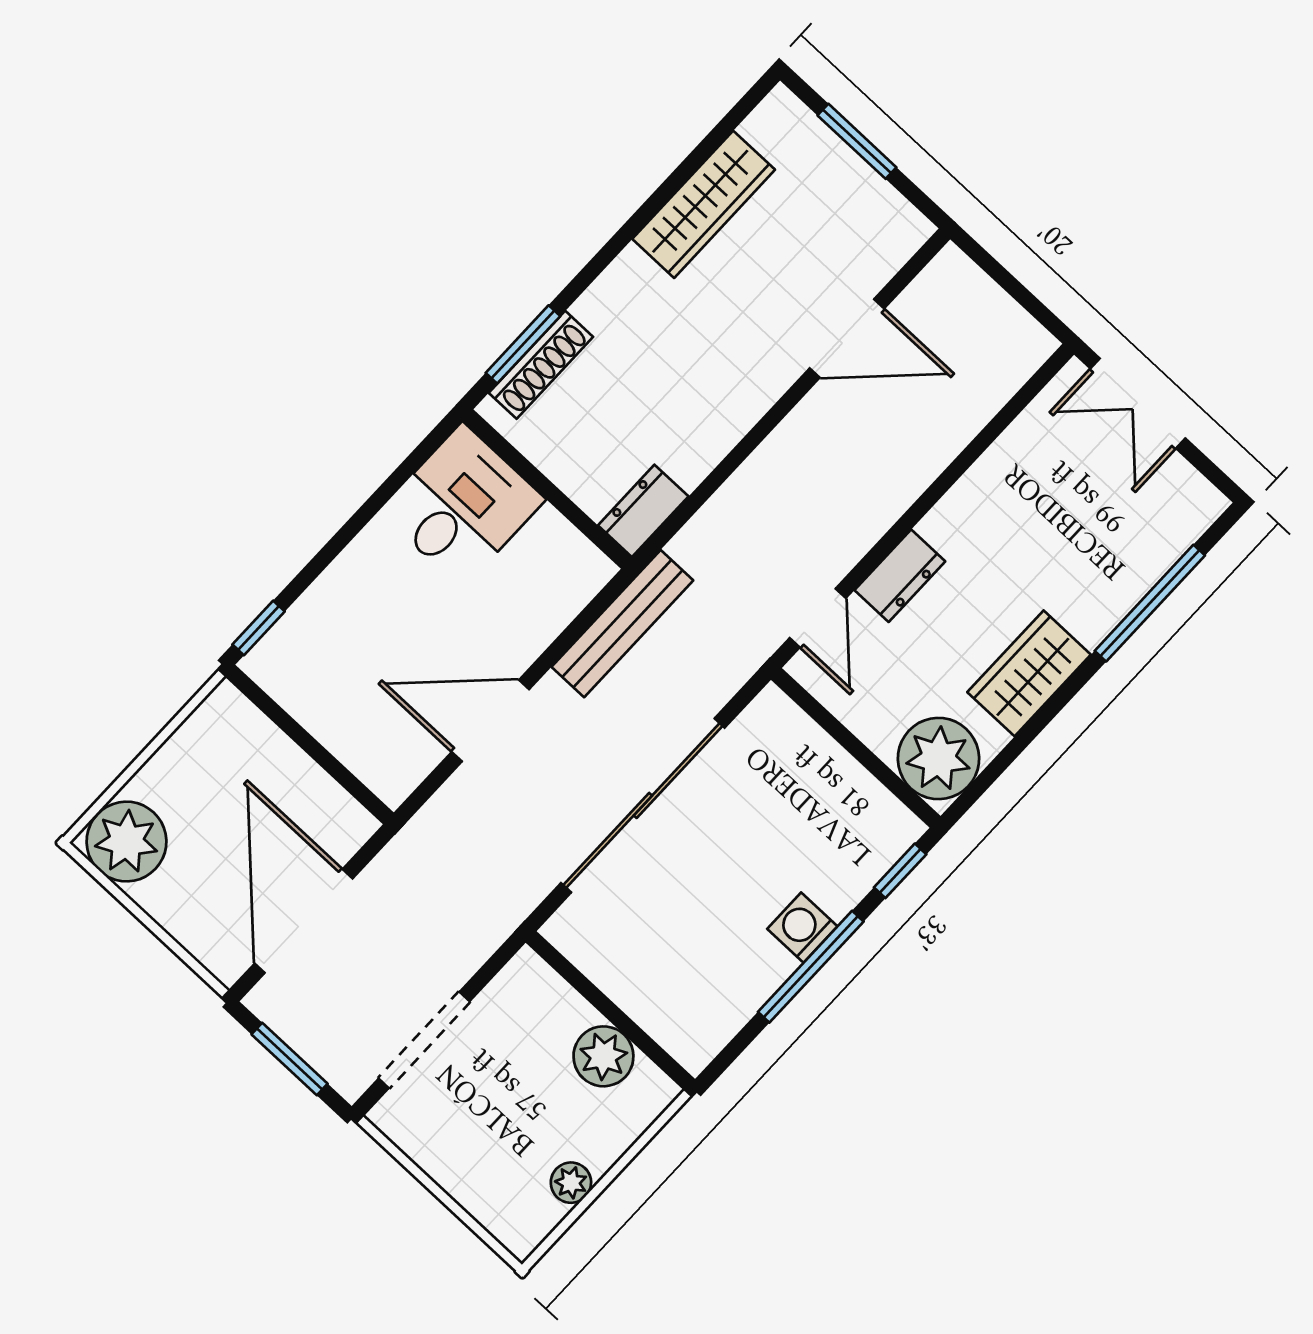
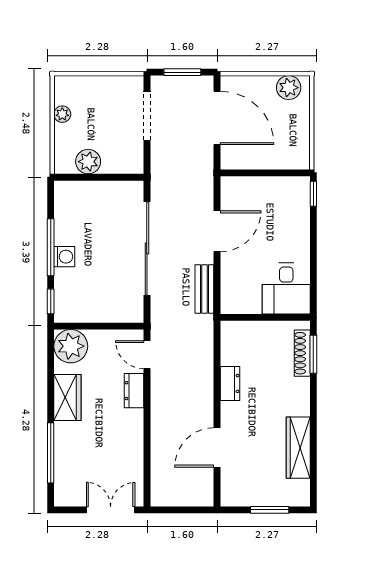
dresser: (643, 511) -> (230, 383), moved
bench: (622, 624) -> (204, 289), width x0.73
plant: (126, 842) -> (289, 88), width x0.73, depth x0.73

